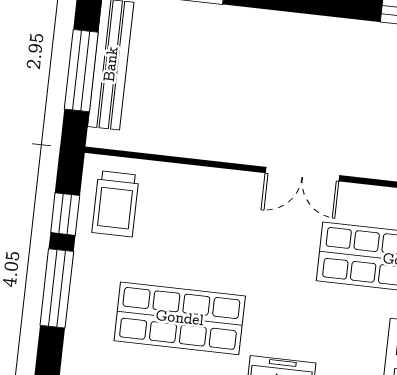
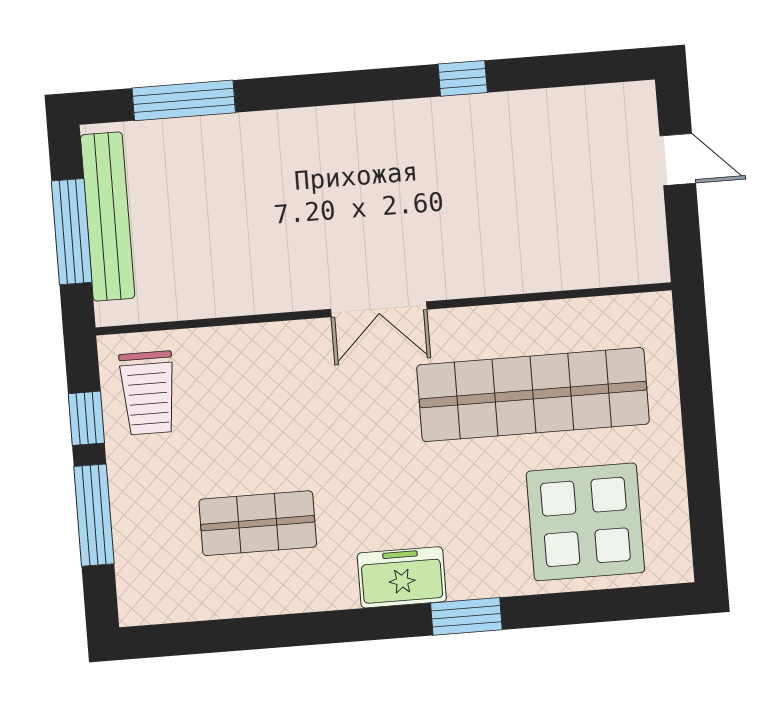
shop shelf: (180, 318) -> (258, 523), width x0.70, depth x0.74

